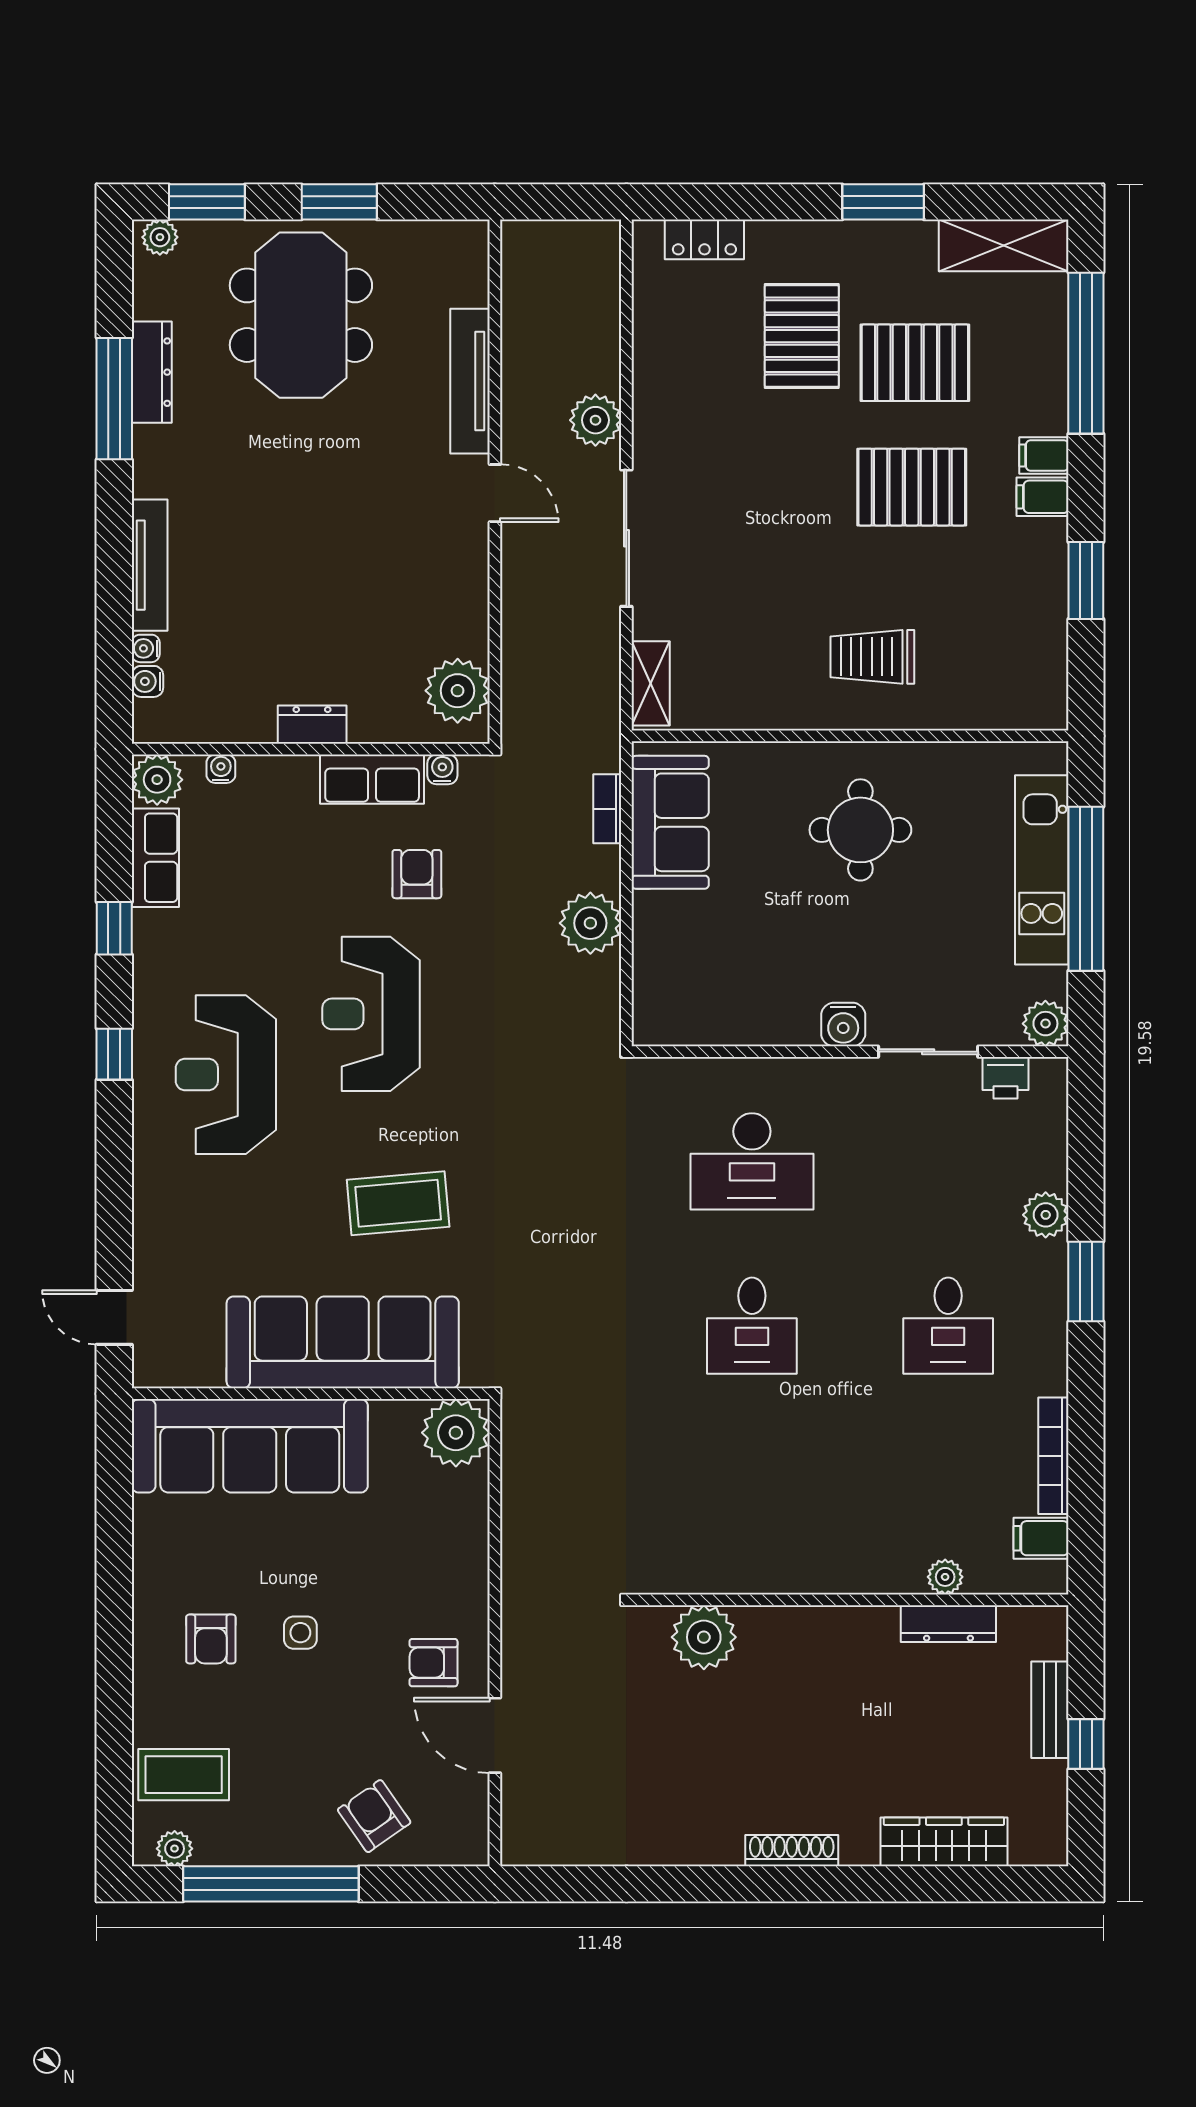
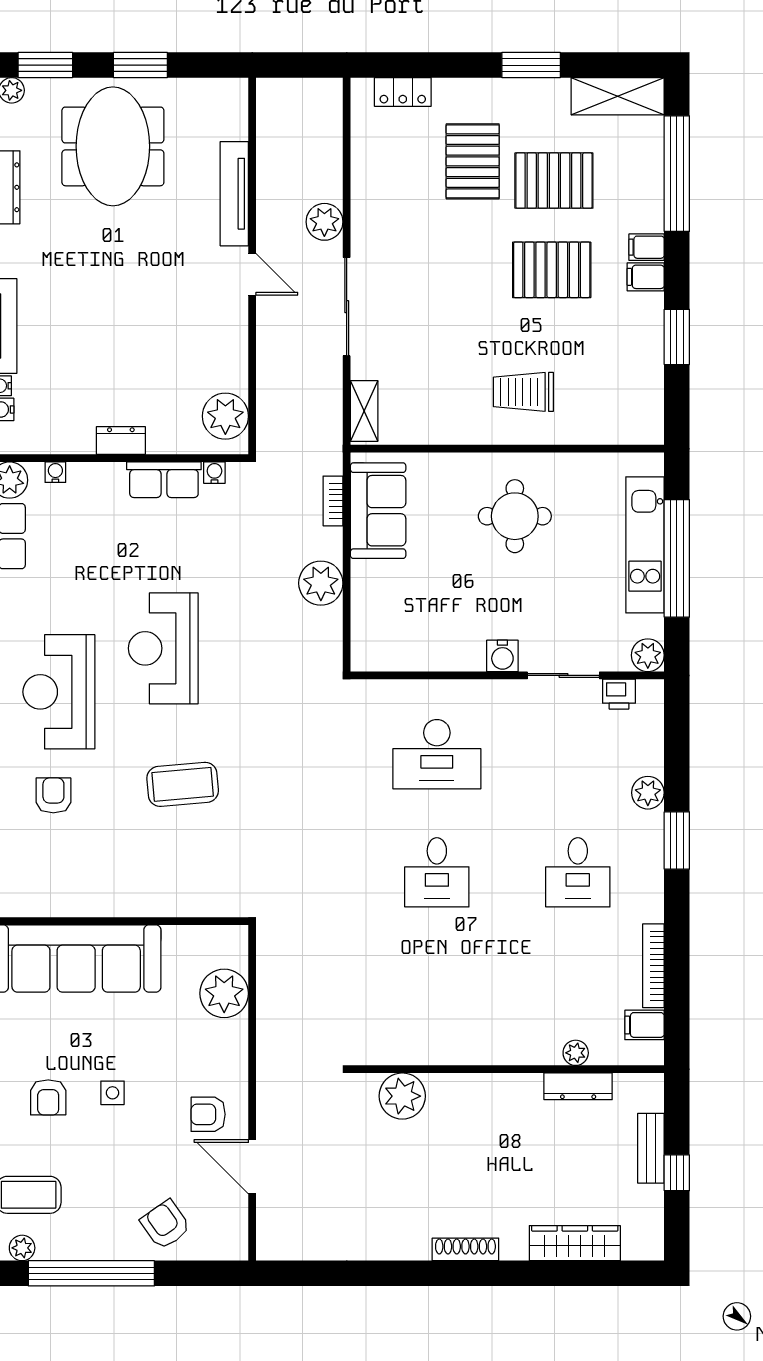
armchair: (417, 874) -> (53, 795), moved
sofa: (343, 1342) -> (143, 884), removed
plant: (456, 1433) -> (224, 993), moved

